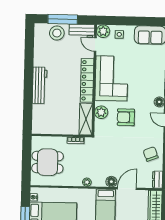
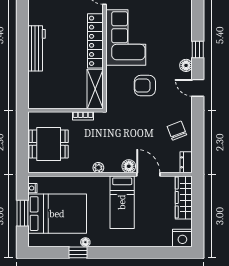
plant: (101, 112) -> (114, 80), removed
door: (127, 189) -> (148, 174), hinge flipped

